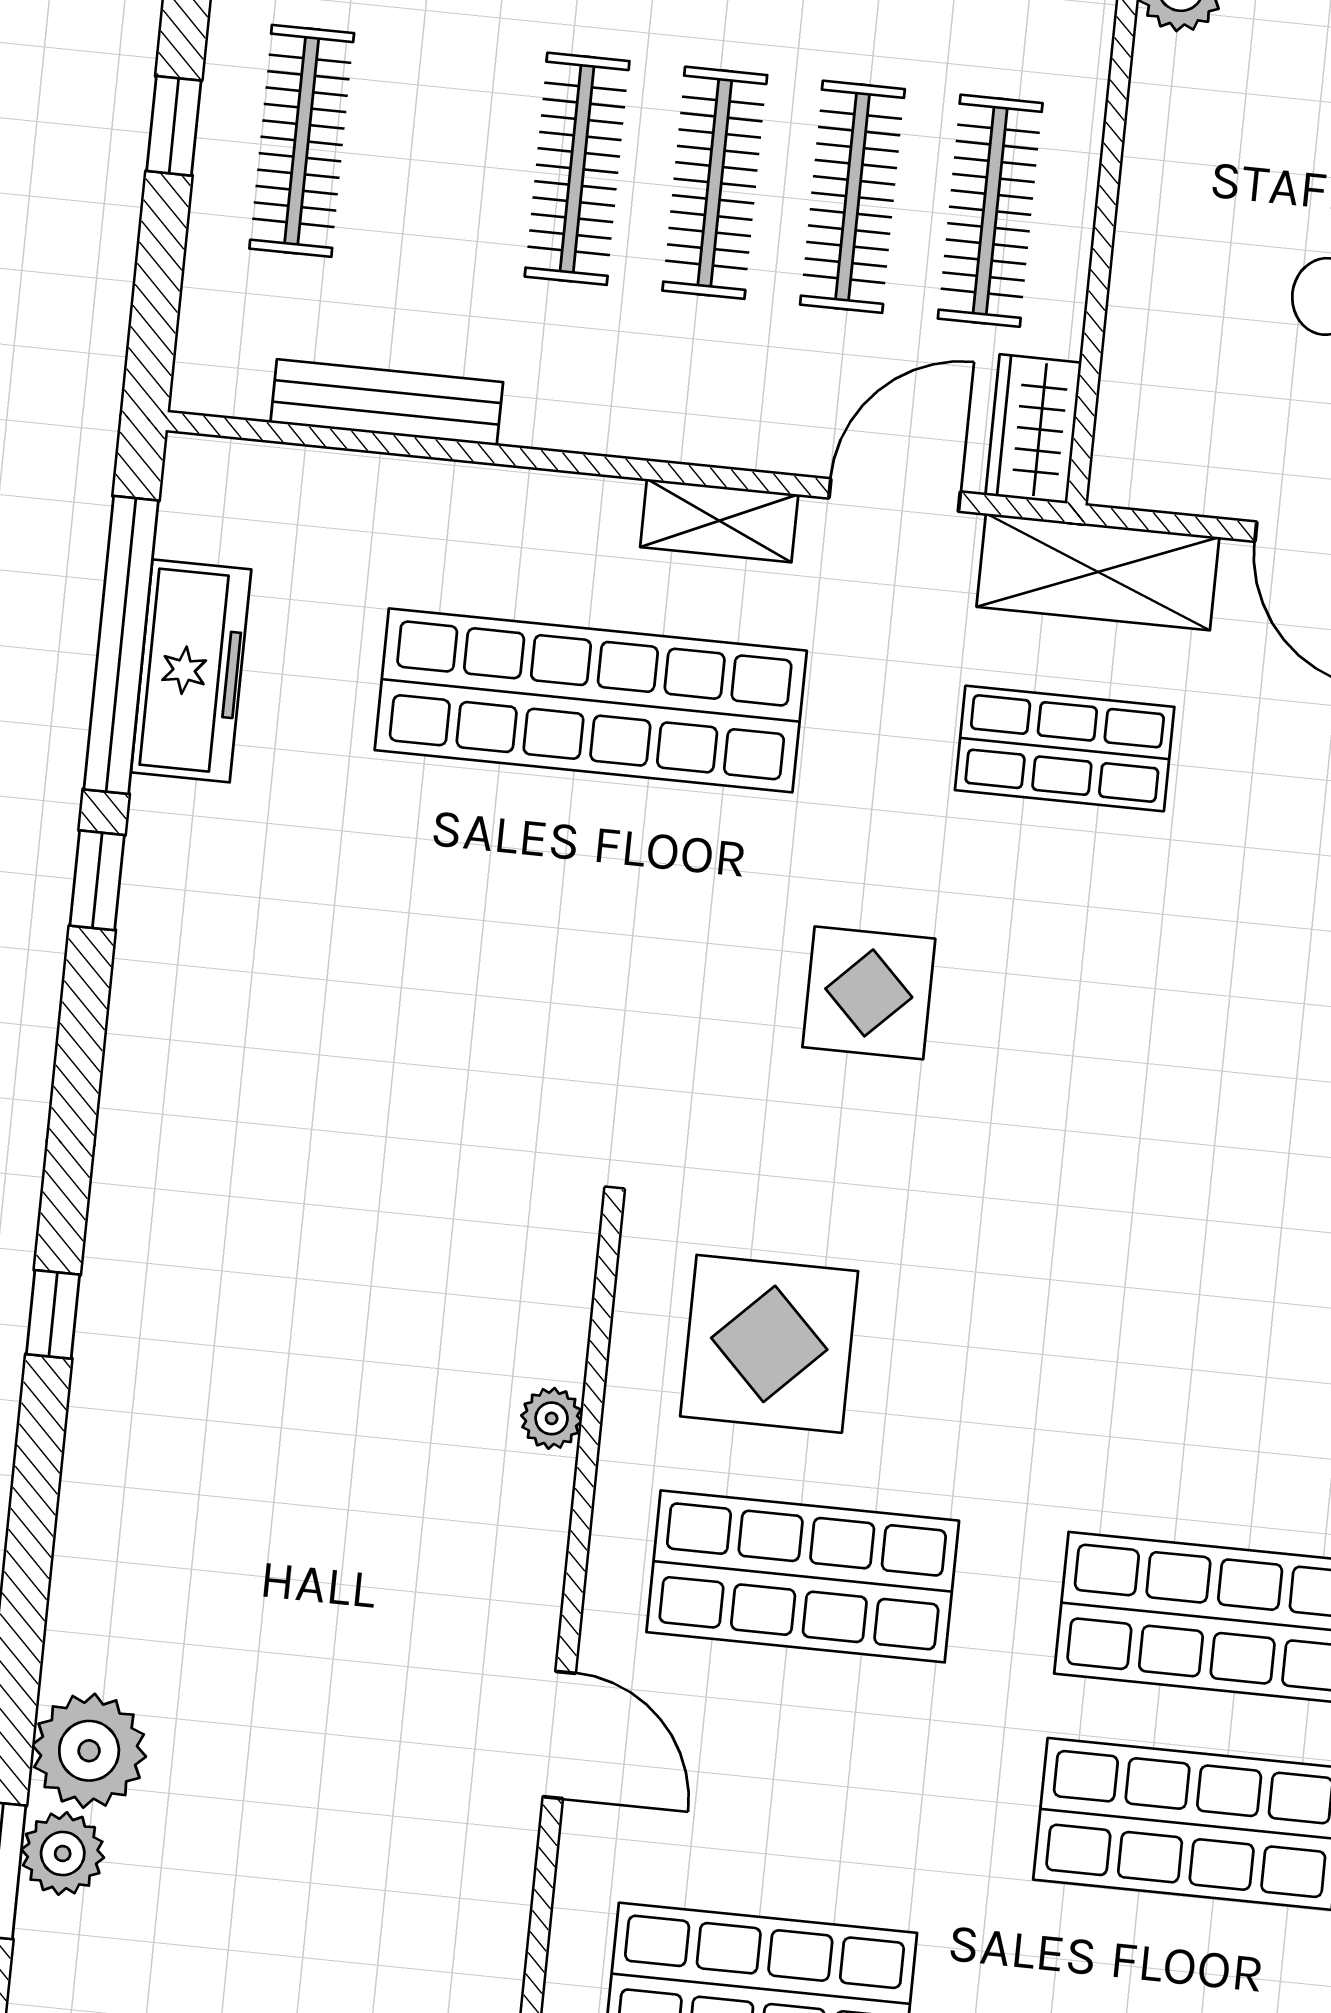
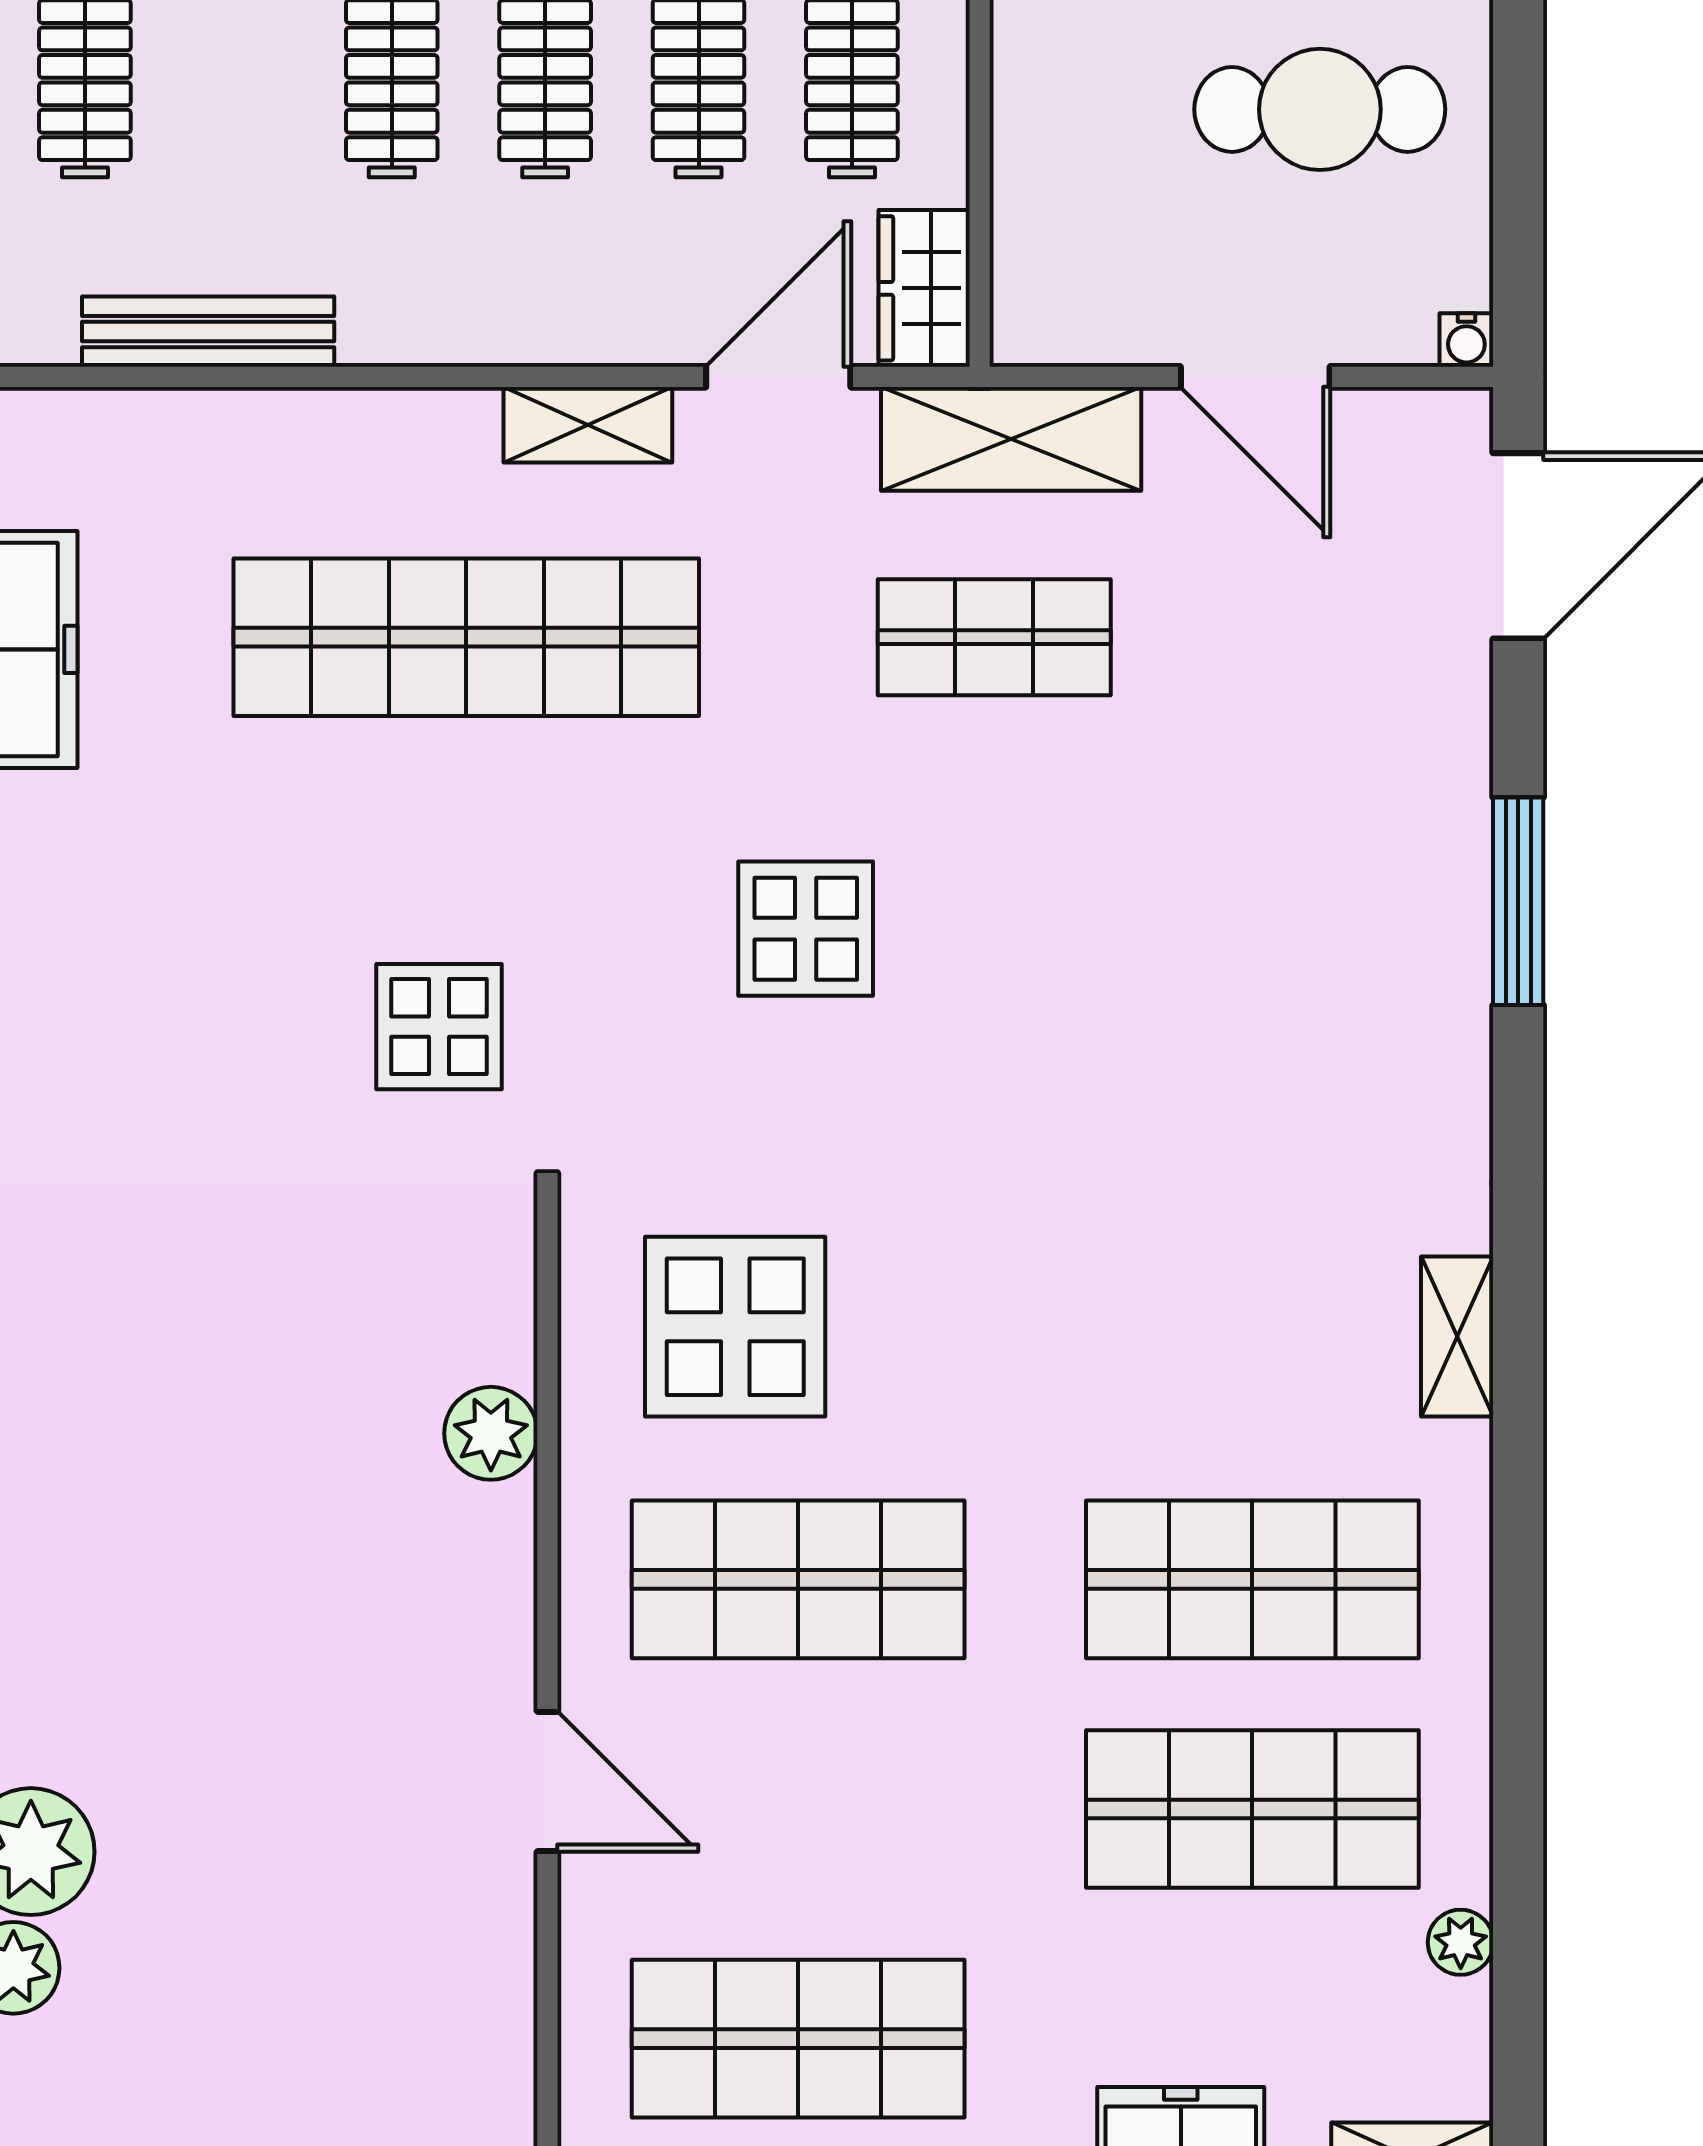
display table: (531, 1047) -> (439, 1027), added
plant: (552, 1418) -> (491, 1433), width x1.38, depth x1.38

